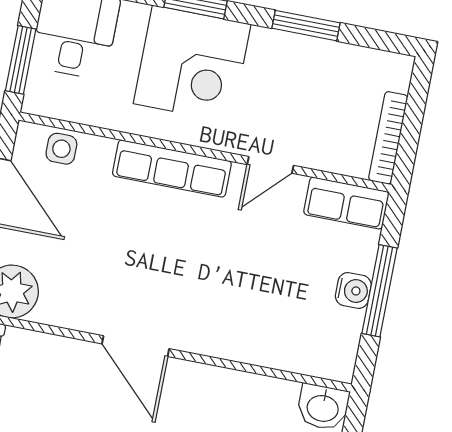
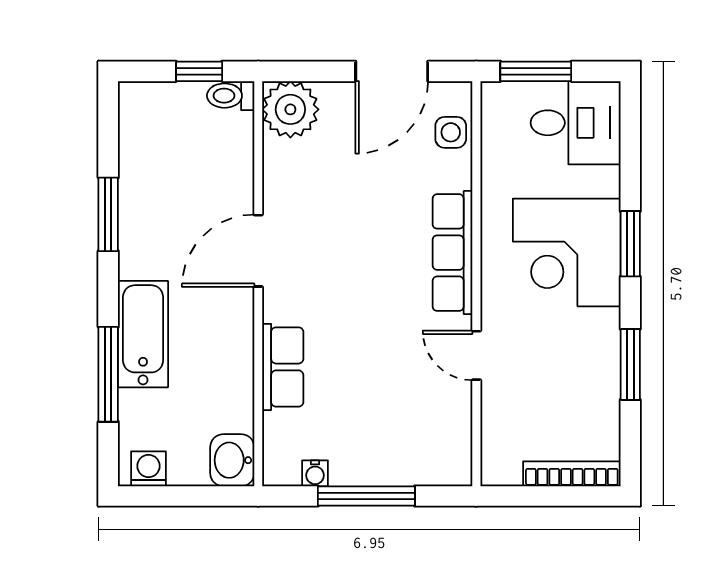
bookcase: (388, 138) -> (572, 474), moved
row of seats: (346, 203) -> (283, 367), moved, turned 180
water cooler: (353, 290) -> (315, 473), moved, width x0.72, depth x0.72

